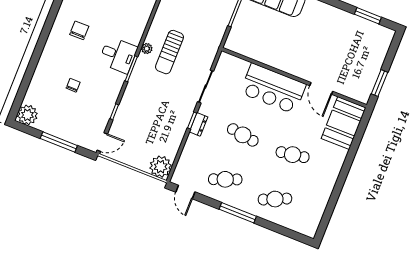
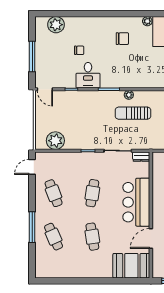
desk: (118, 55) -> (88, 75), moved
plant: (27, 115) -> (56, 25), moved
dresser: (198, 124) -> (141, 157), moved
plant: (161, 167) -> (55, 141), moved
window: (238, 213) -> (32, 227), moved

